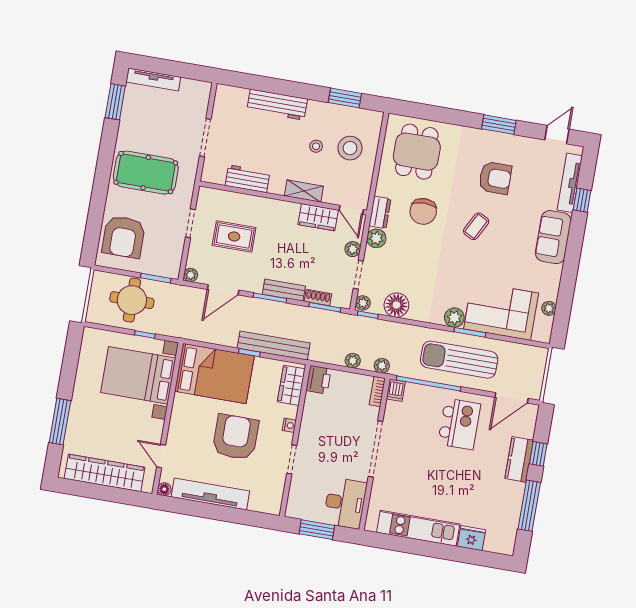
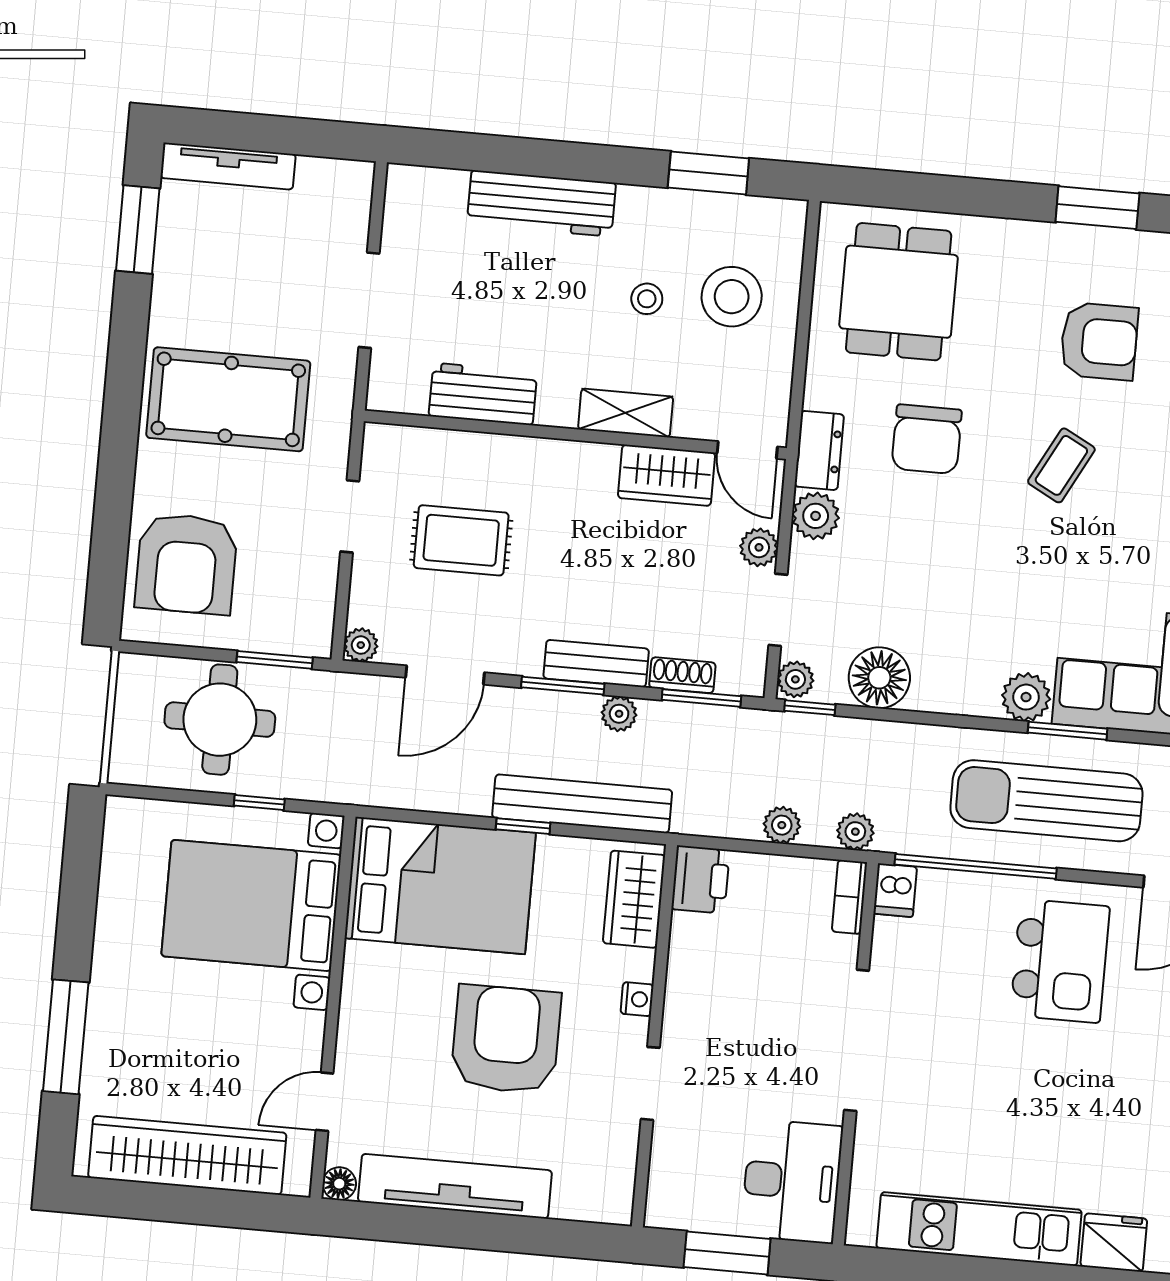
plant: (291, 311) -> (619, 714), added
door: (161, 456) -> (325, 1102), hinge flipped

